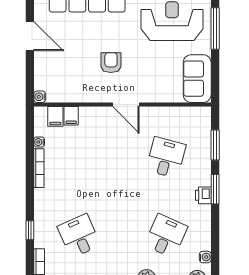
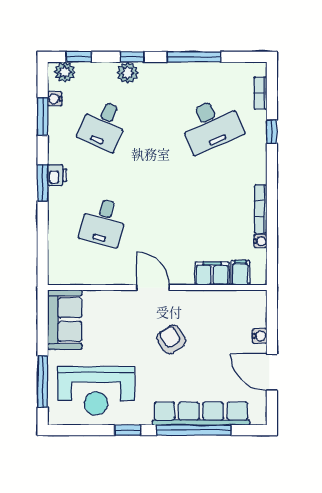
armchair: (111, 63) -> (171, 339), turned 148
water cooler: (40, 97) -> (260, 336), moved
filing cabinet: (71, 116) -> (212, 274), width x2.00
window: (215, 145) -> (43, 116), moved
desk: (79, 236) -> (211, 125), width x1.37

